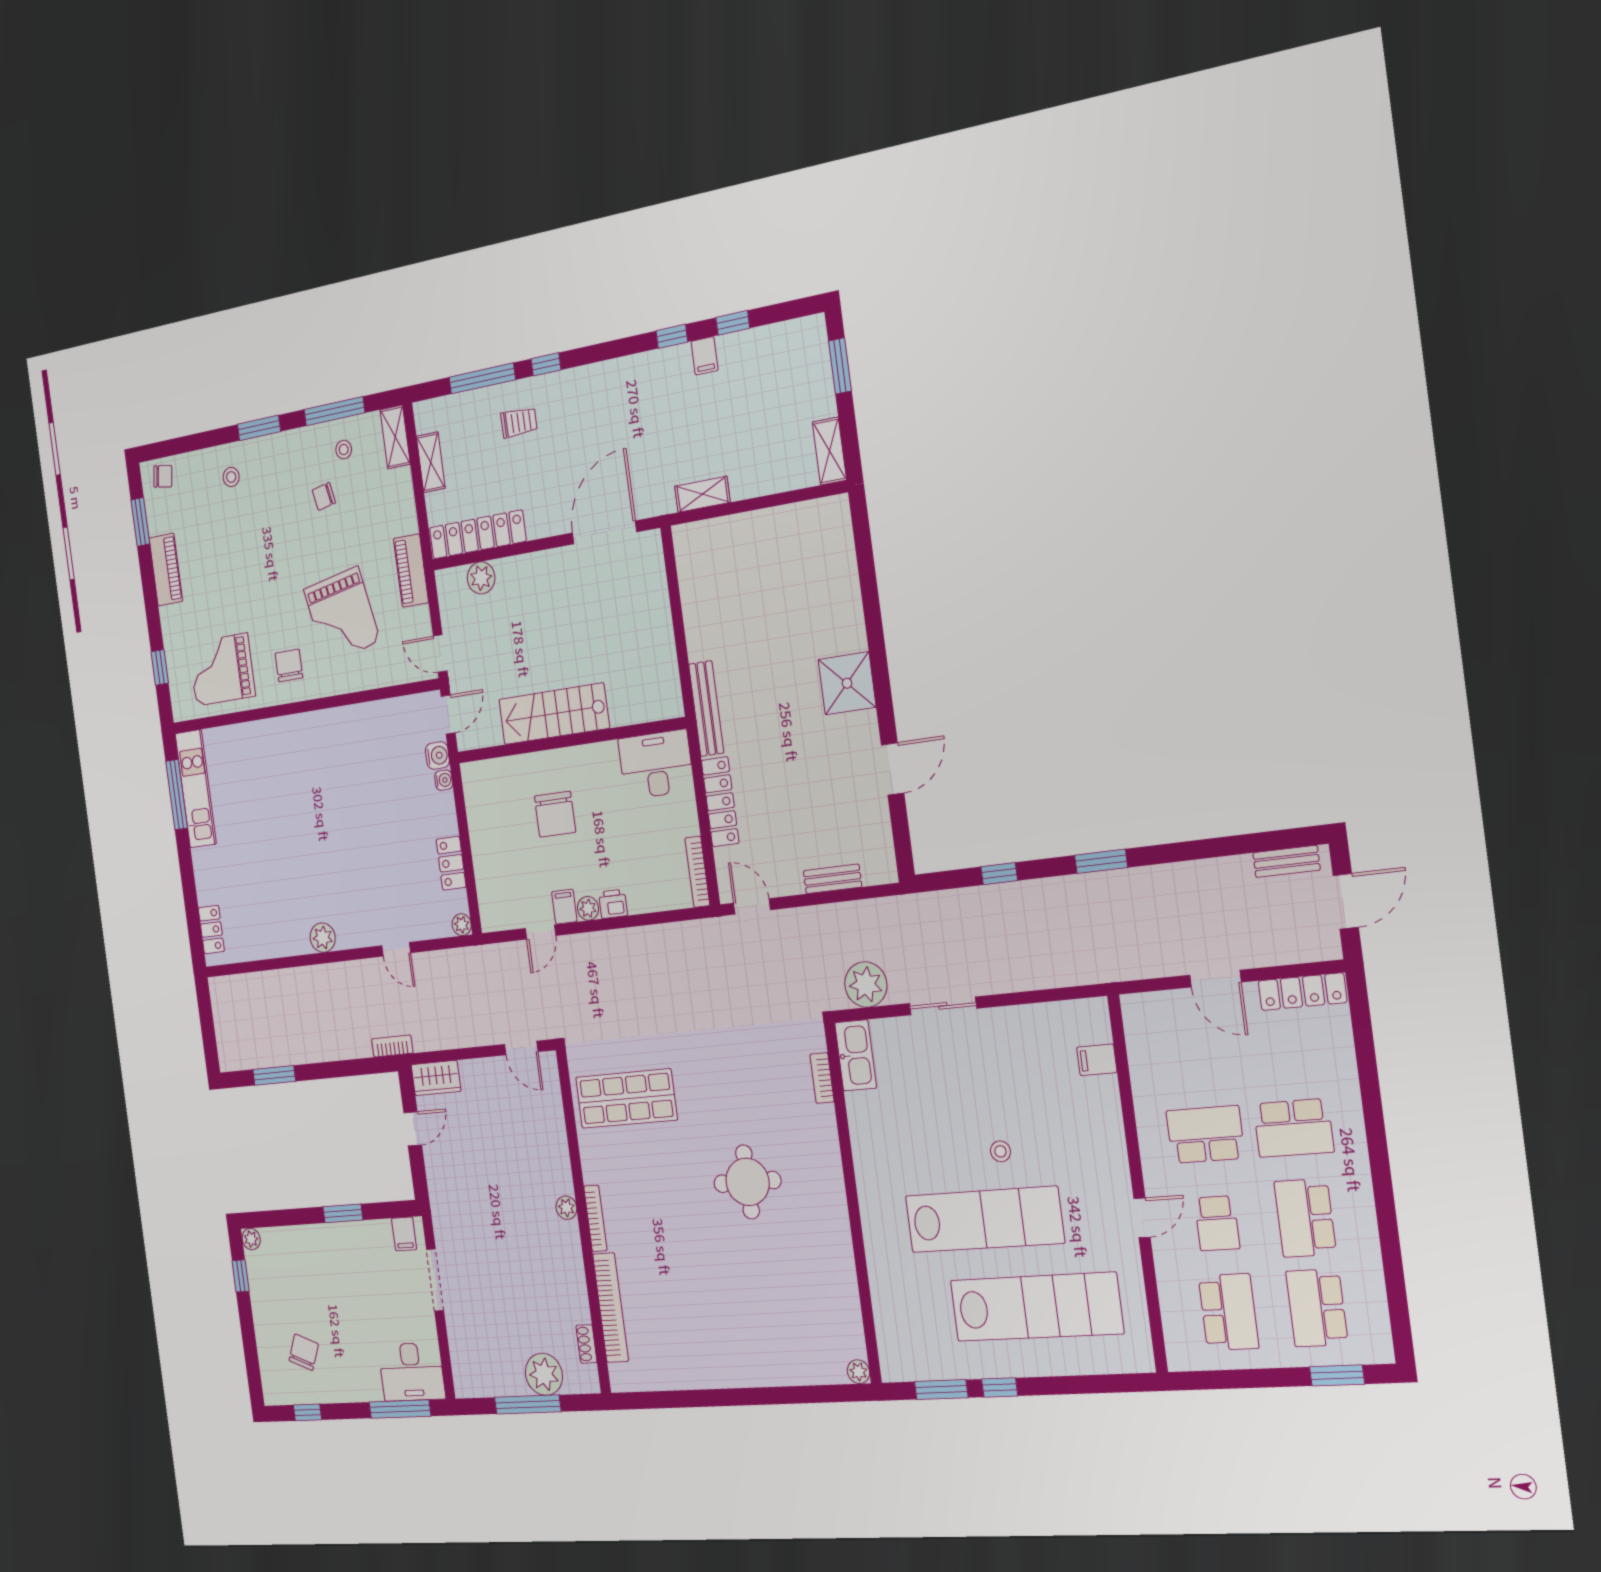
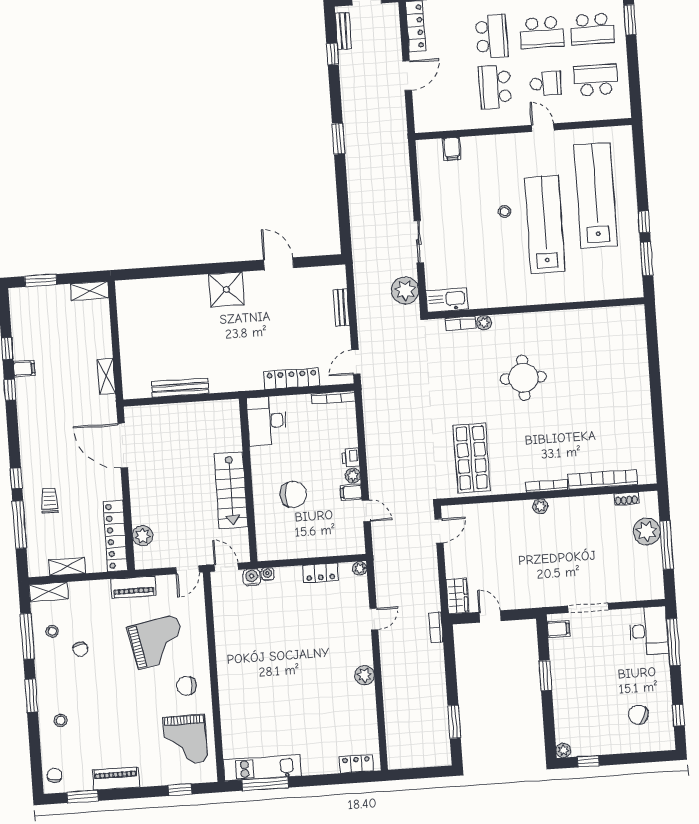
bench: (706, 709) -> (180, 388), moved
window: (999, 874) -> (333, 54), moved
plant: (858, 1372) -> (484, 323), moved

